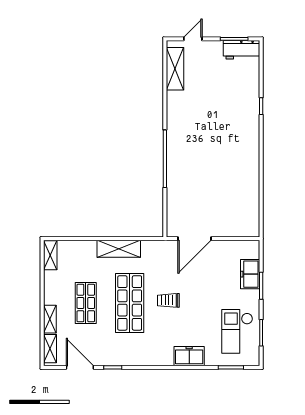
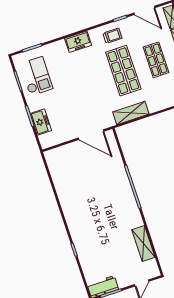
shelving: (175, 69) -> (143, 244), moved
door: (195, 239) -> (91, 135), swing flipped
shelving: (119, 249) -> (131, 113), moved
trolley: (168, 300) -> (112, 36), moved
freezer: (189, 356) -> (78, 42), moved

